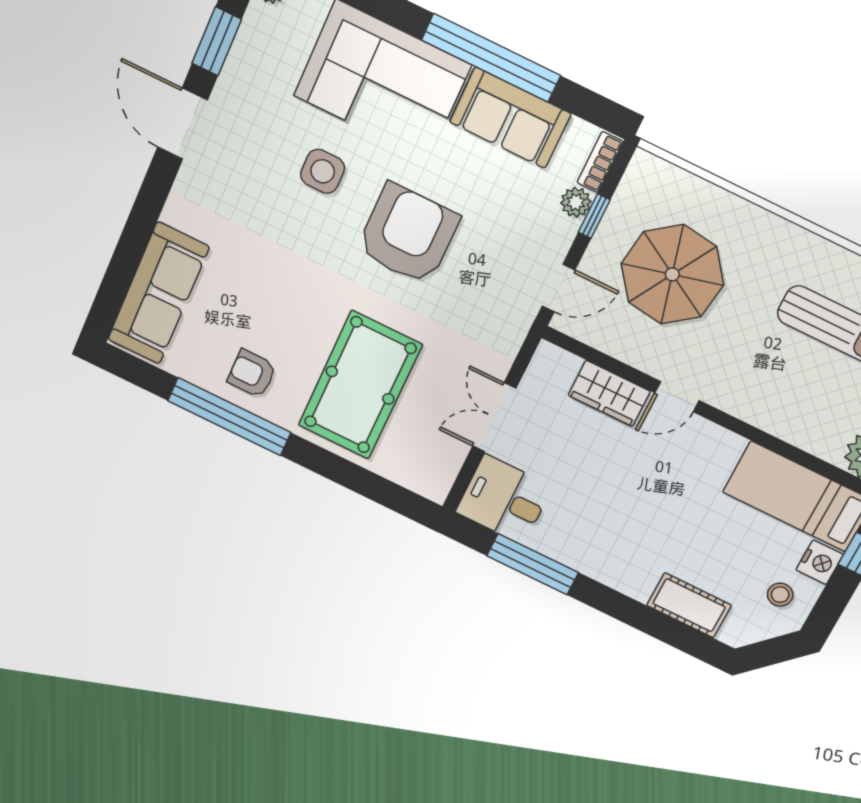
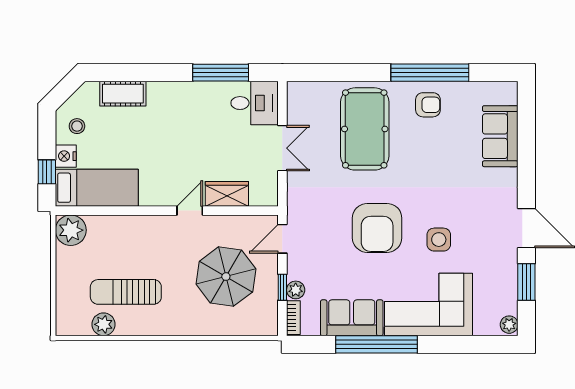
sofa: (158, 293) -> (500, 136), width x0.73

